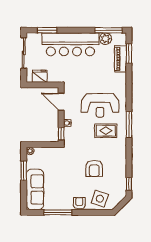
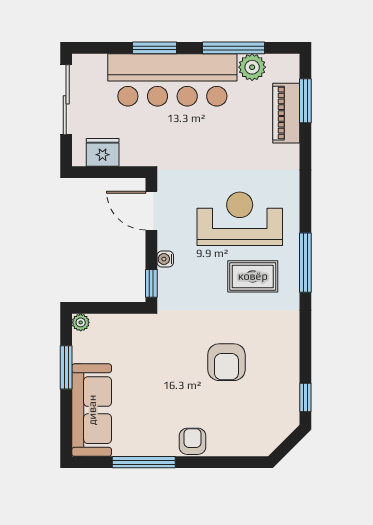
window: (47, 30) -> (154, 48), moved
window: (109, 30) -> (233, 48), moved
reception desk: (100, 105) -> (240, 219), turned 180
side table: (100, 199) -> (239, 431), removed

